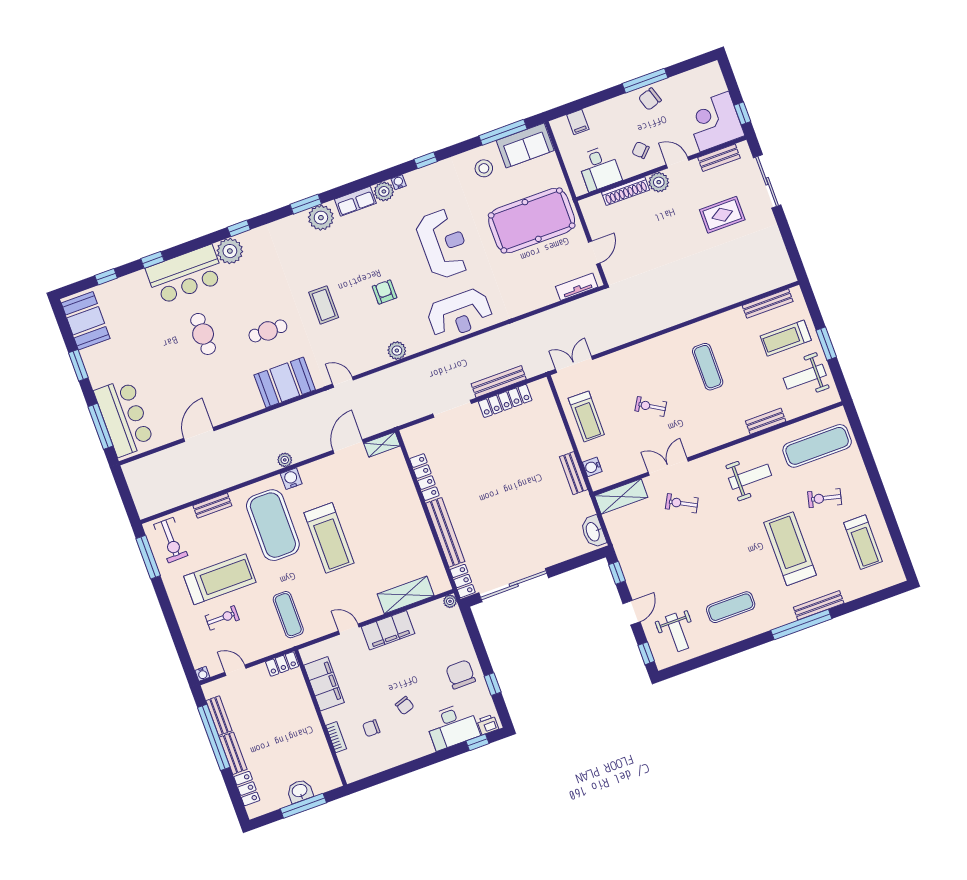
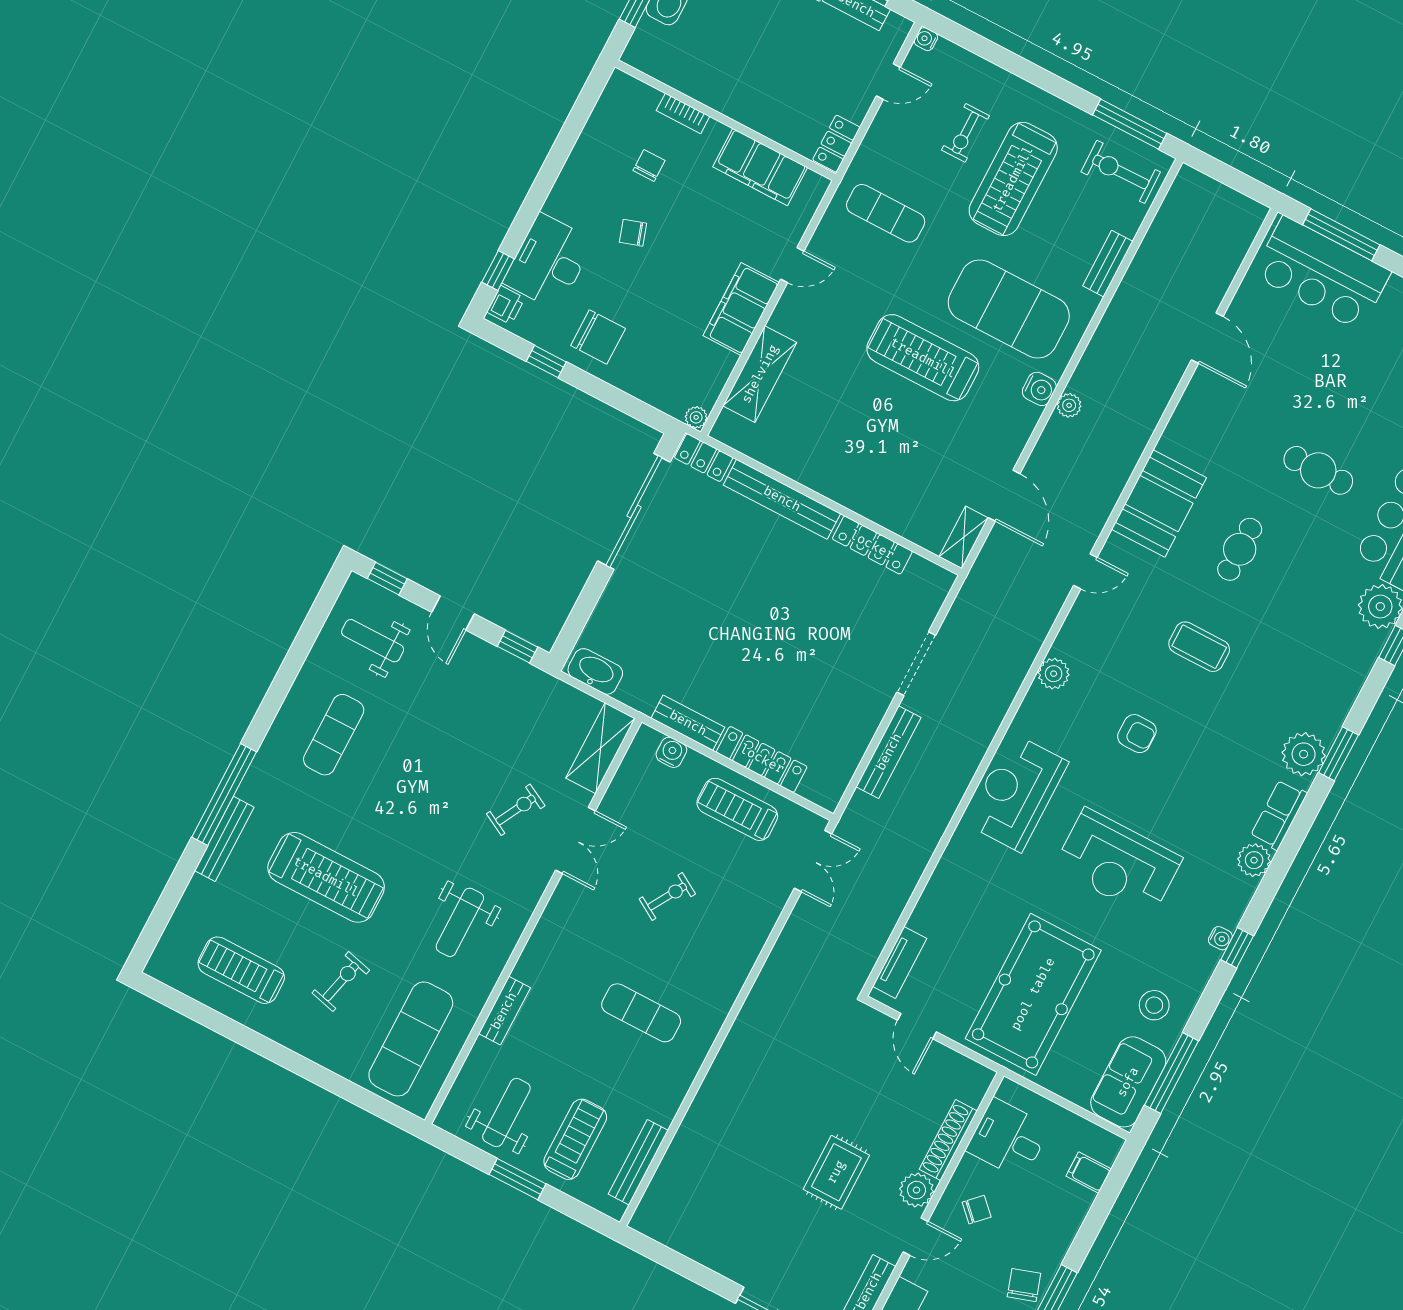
water cooler: (399, 182) -> (1220, 938), moved
rug: (722, 215) -> (836, 1172), moved
locker: (505, 401) -> (762, 759), moved, turned 90

